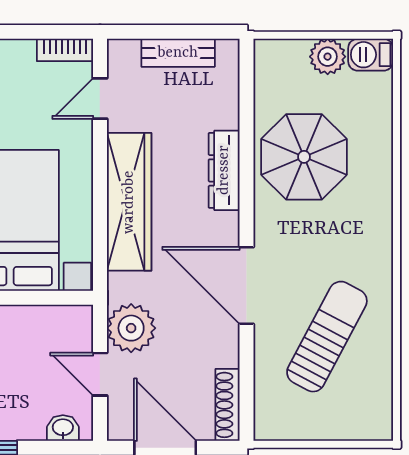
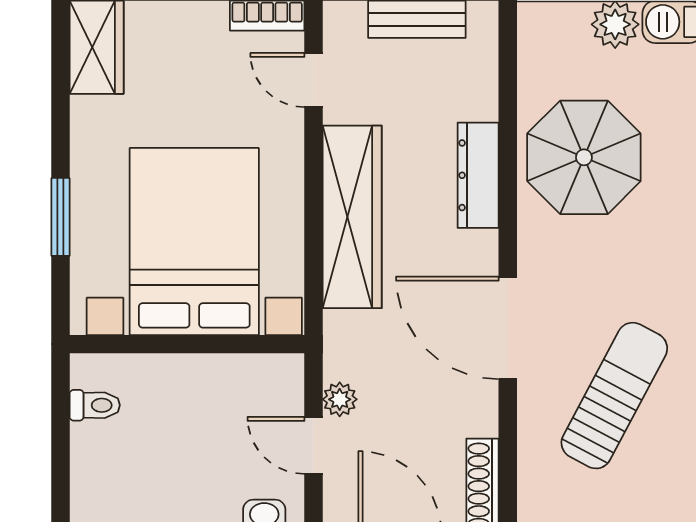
door: (100, 98) -> (313, 80), hinge flipped
plant: (131, 328) -> (340, 399), width x0.53, depth x0.53

